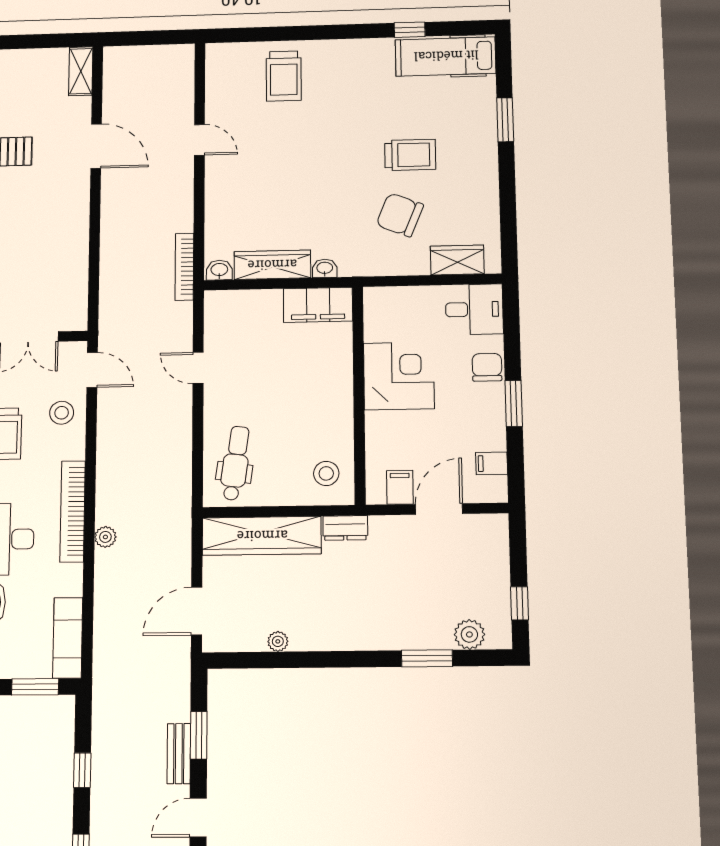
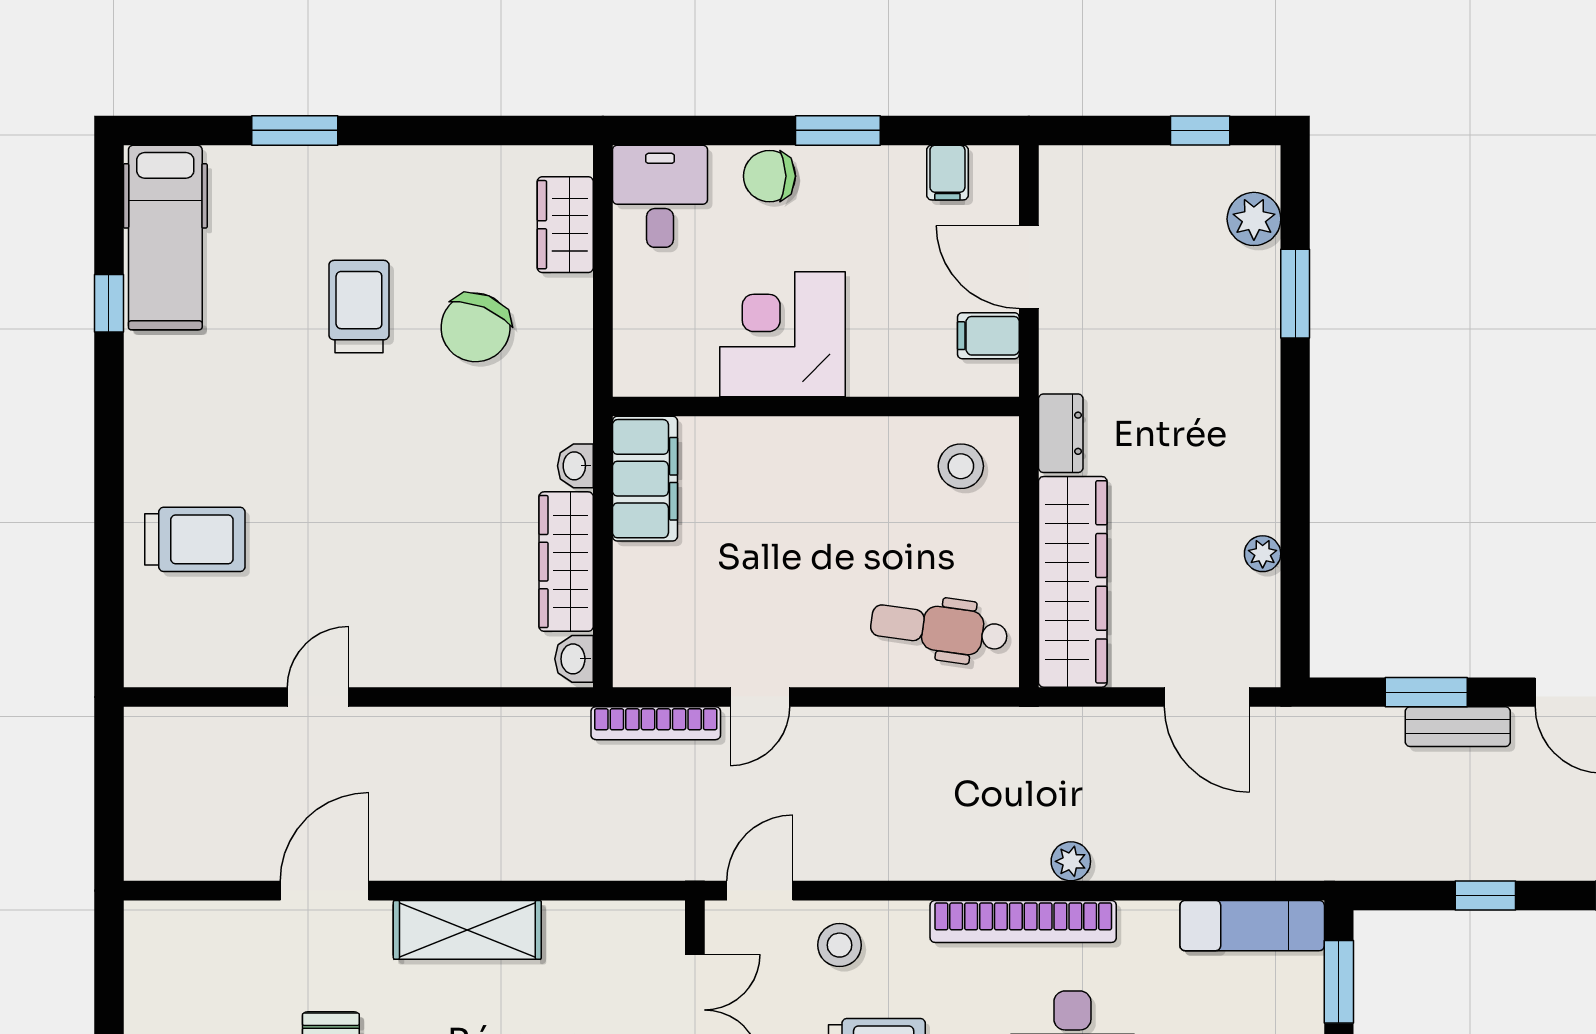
shelving: (81, 71) -> (467, 930), moved, width x1.50, depth x1.33
bookcase: (184, 267) -> (656, 723), moved

